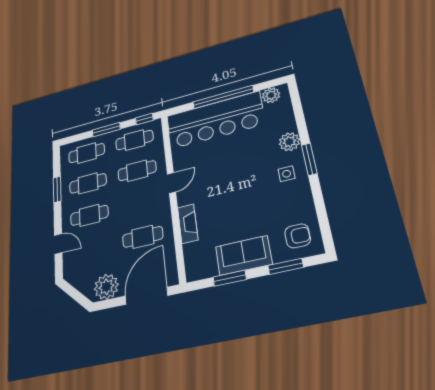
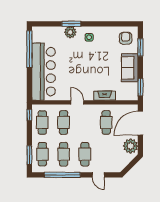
plant: (271, 95) -> (37, 37), removed
window: (223, 97) -> (29, 49), moved
window: (106, 130) -> (29, 155), moved
window: (309, 159) -> (71, 24), moved
window: (57, 189) -> (62, 175), width x2.11
door: (58, 244) -> (98, 175), swing flipped
window: (230, 278) -> (140, 87), moved
door: (146, 296) -> (140, 123), hinge flipped

